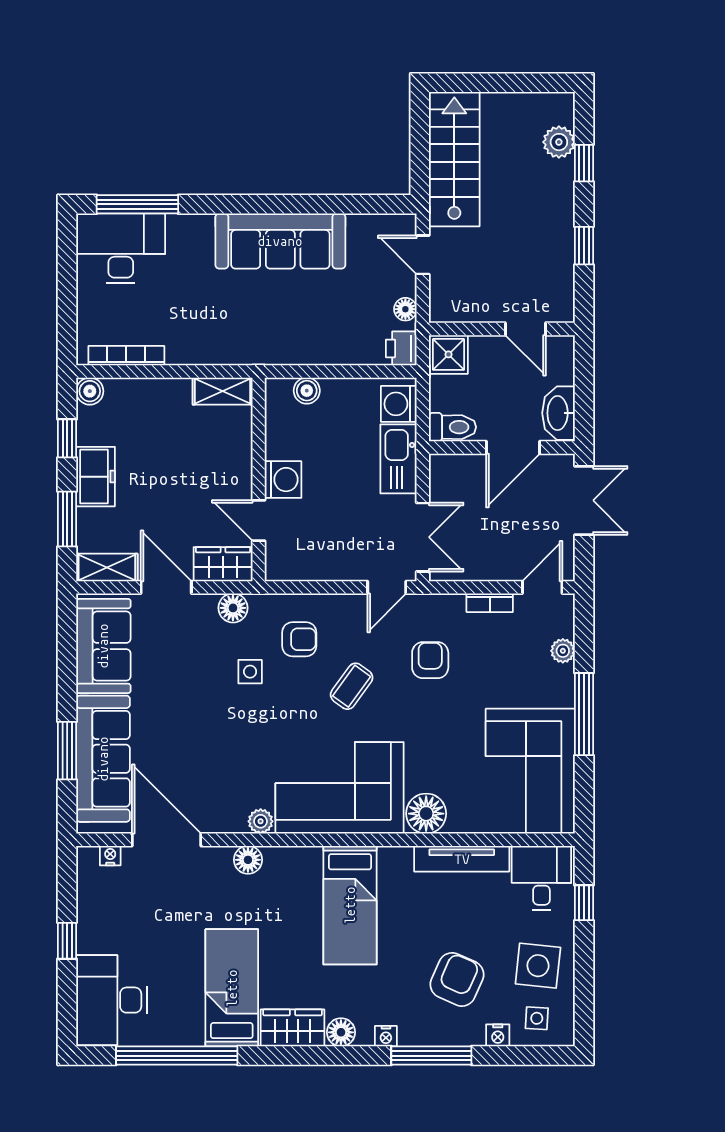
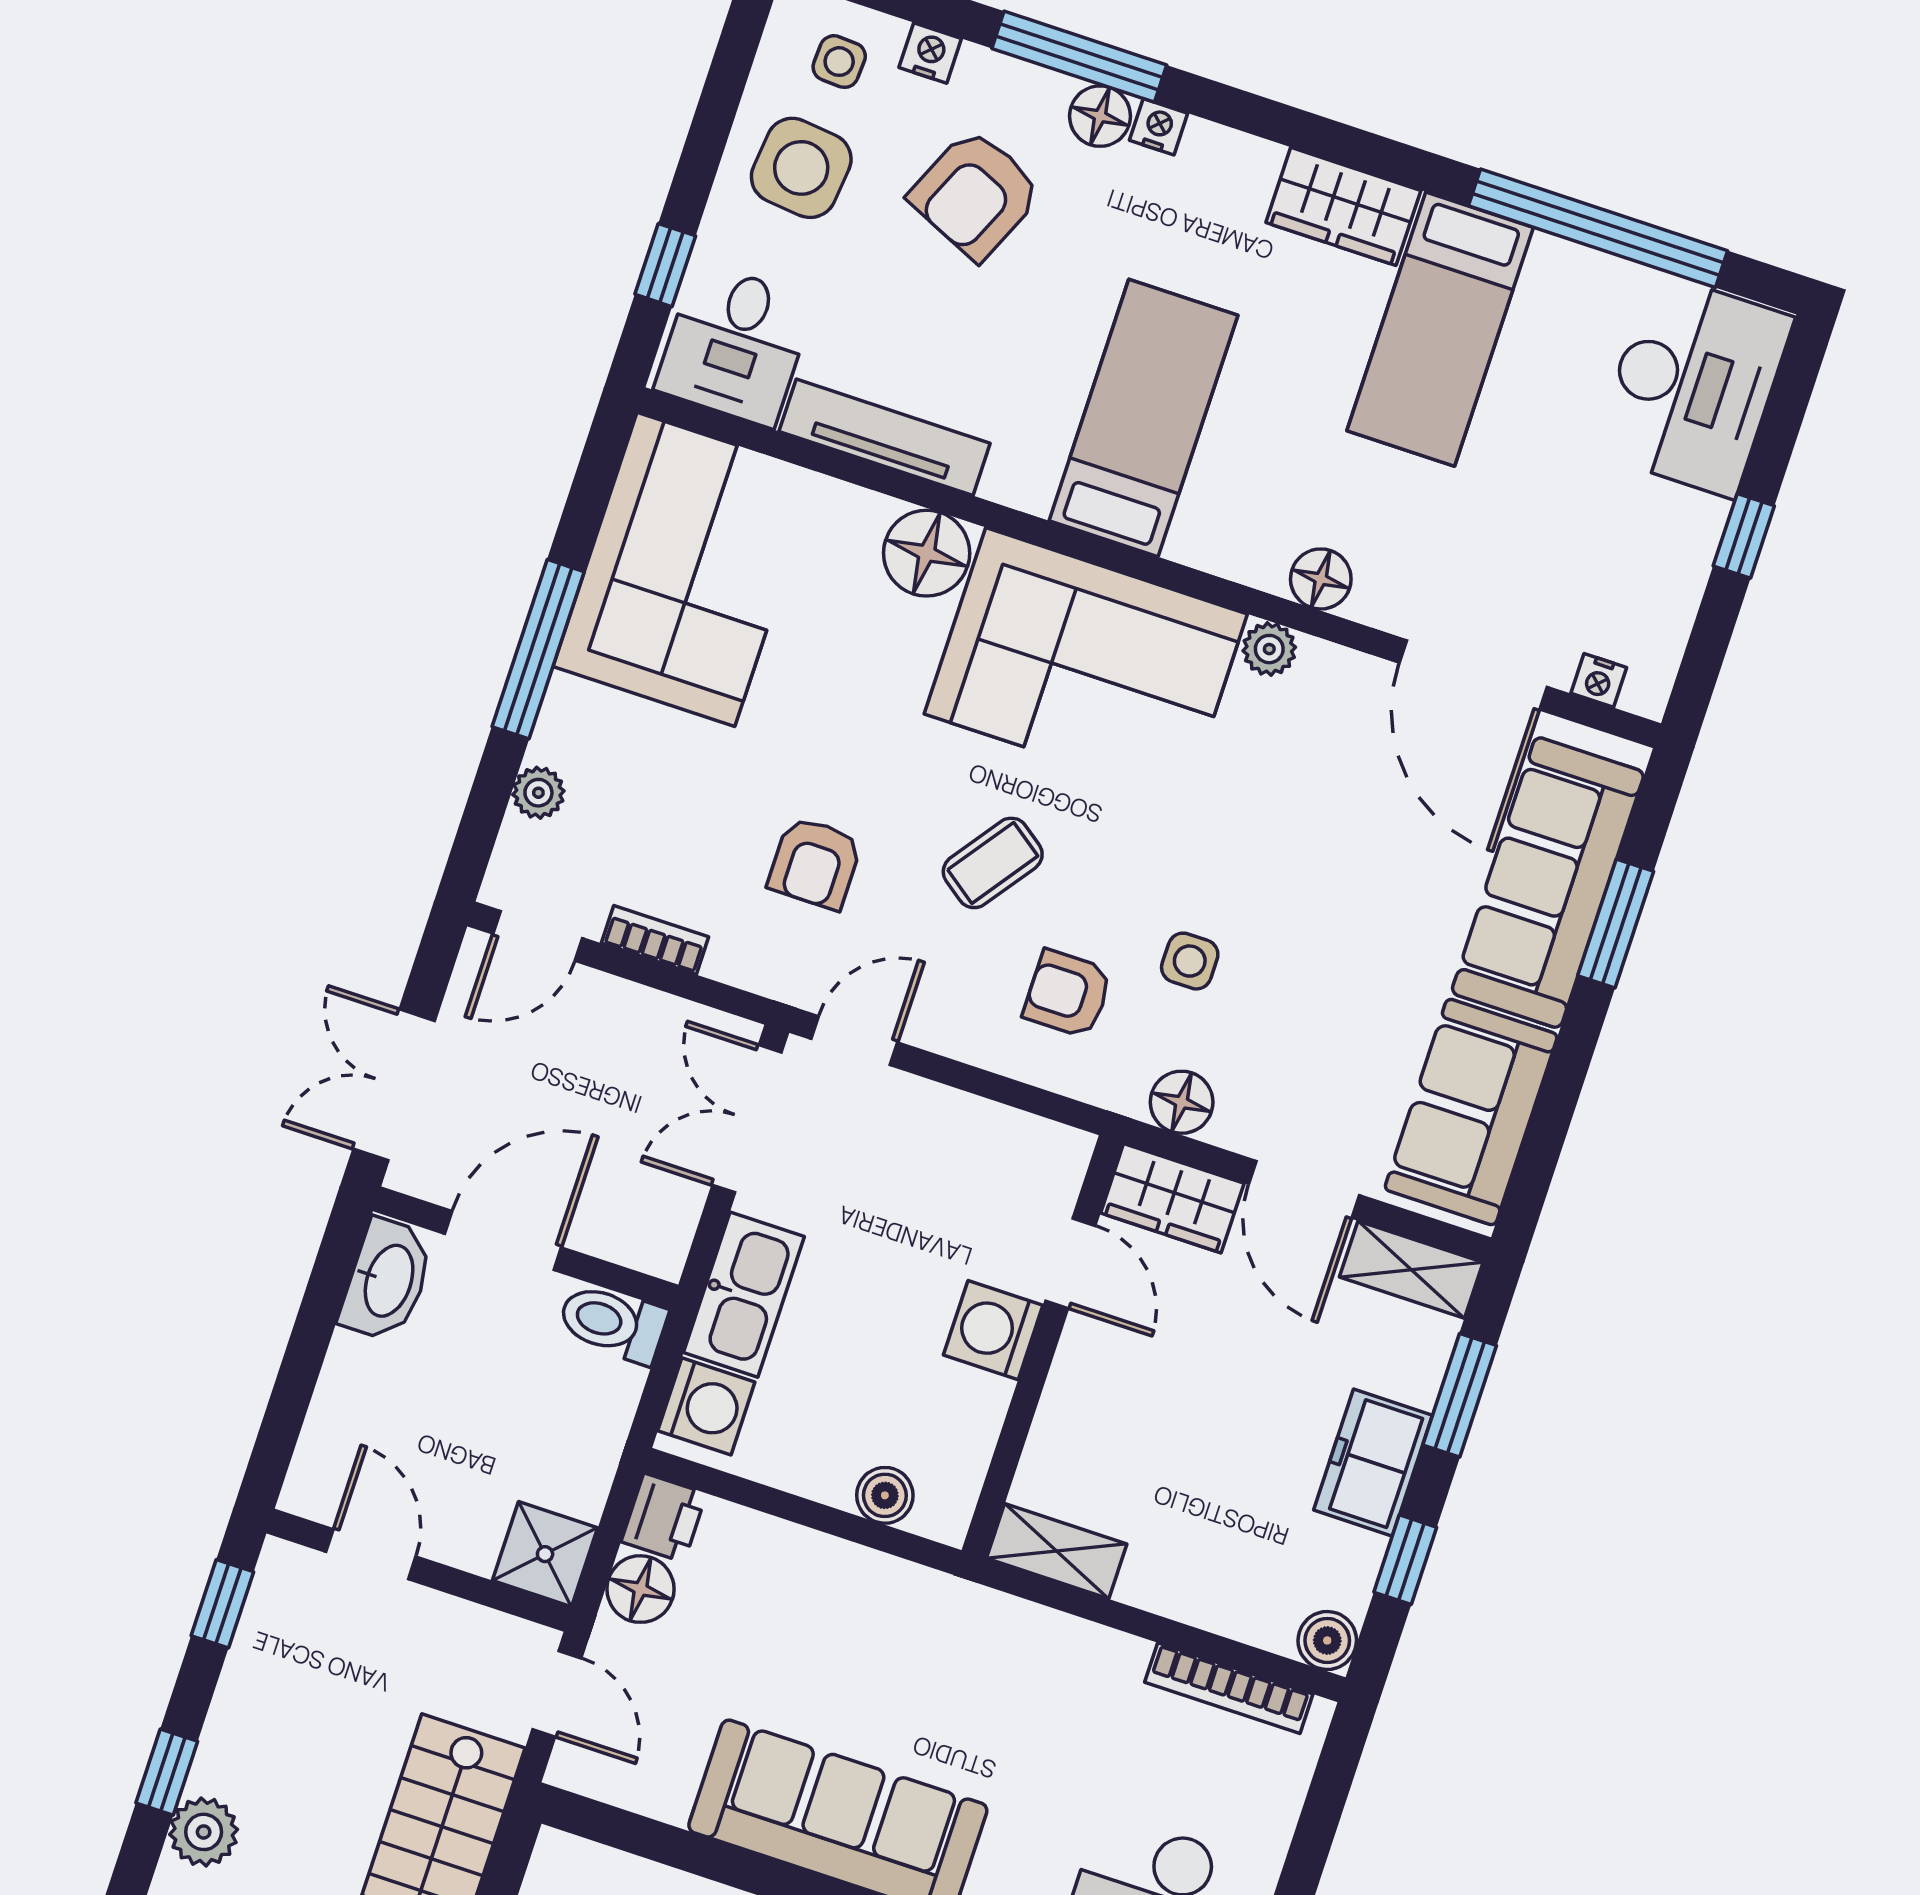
floor lamp: (405, 309) -> (640, 1589), width x1.37, depth x1.37
wall: (502, 329) -> (419, 1570), moved
door: (526, 329) -> (371, 1554), moved
shower: (449, 354) -> (545, 1554), moved
floor lamp: (341, 1032) -> (1100, 116), moved

